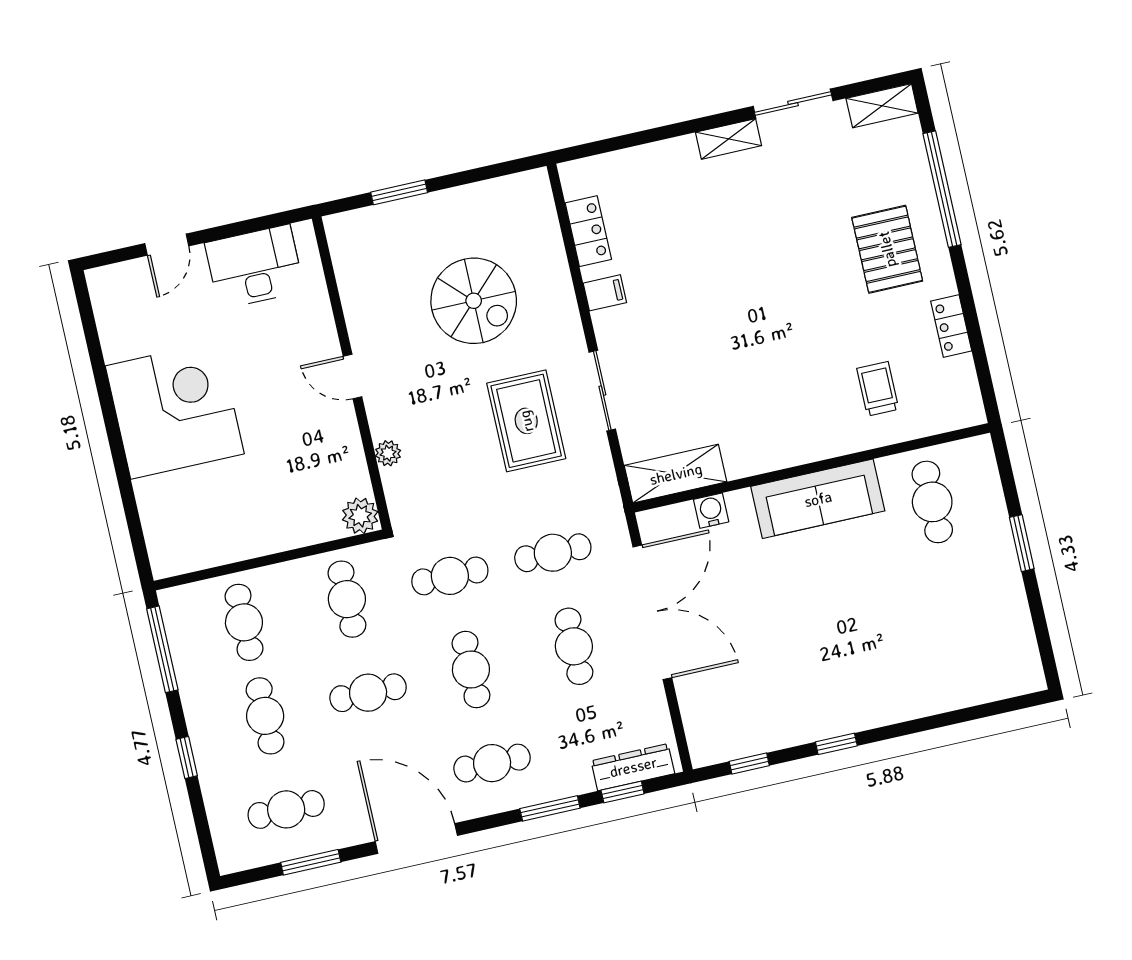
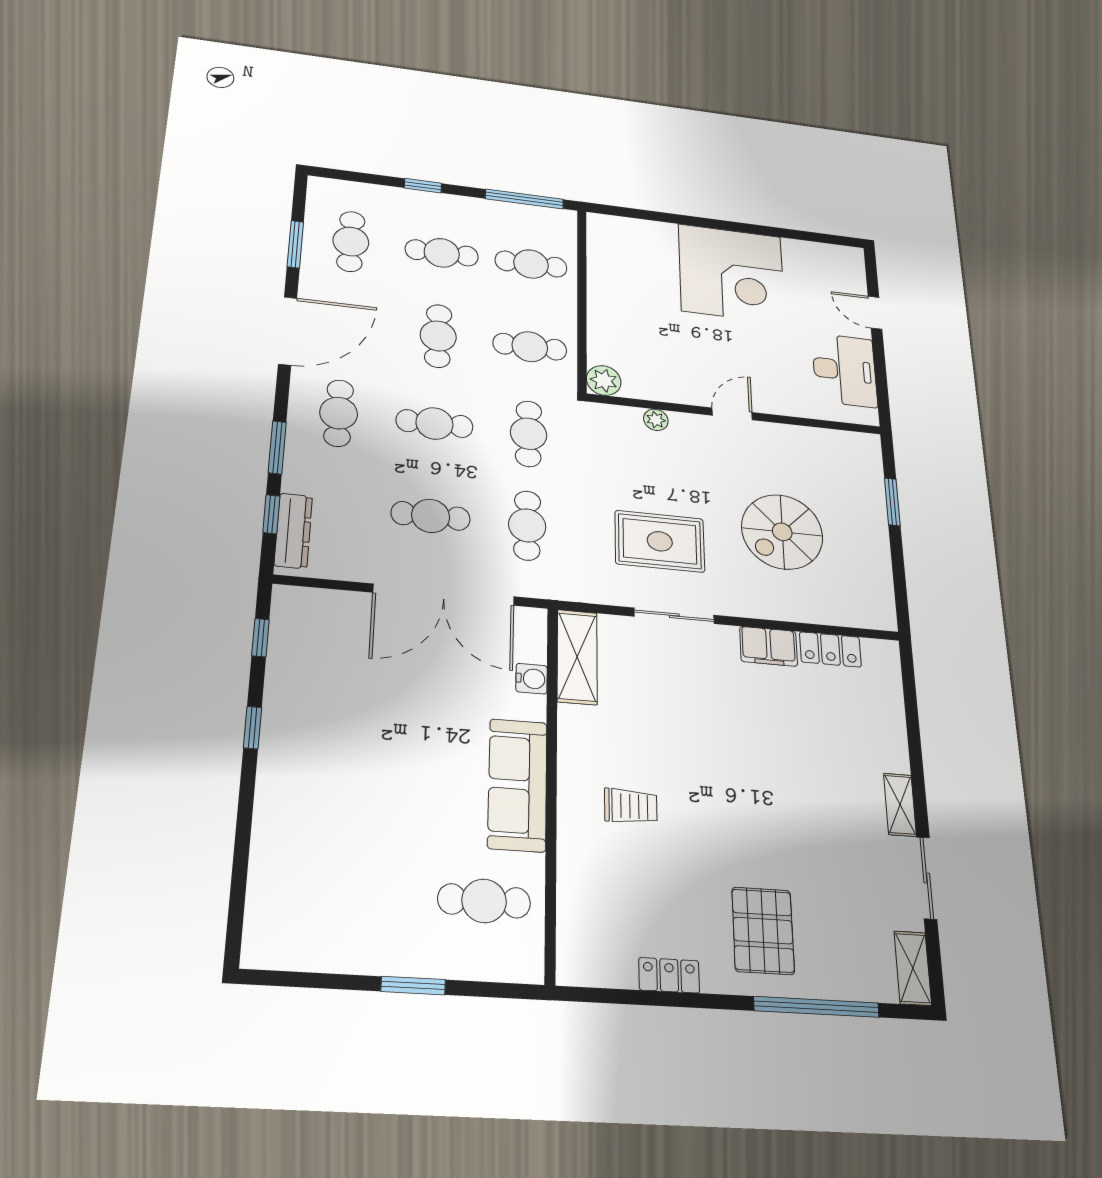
pallet: (887, 249) -> (763, 931), turned 90
filing cabinet: (605, 293) -> (769, 646), width x2.00
trolley: (878, 389) -> (631, 806), moved

